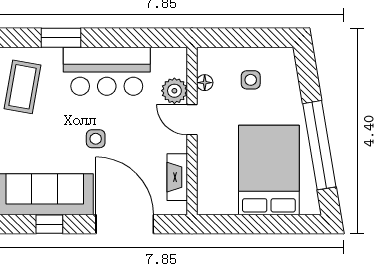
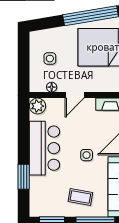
coffee table: (23, 87) -> (80, 197), moved, width x0.73, depth x0.77
plant: (174, 91) -> (38, 106), moved

